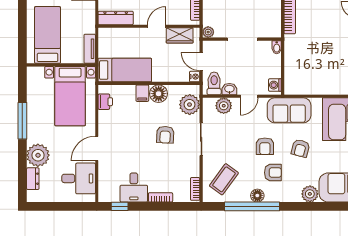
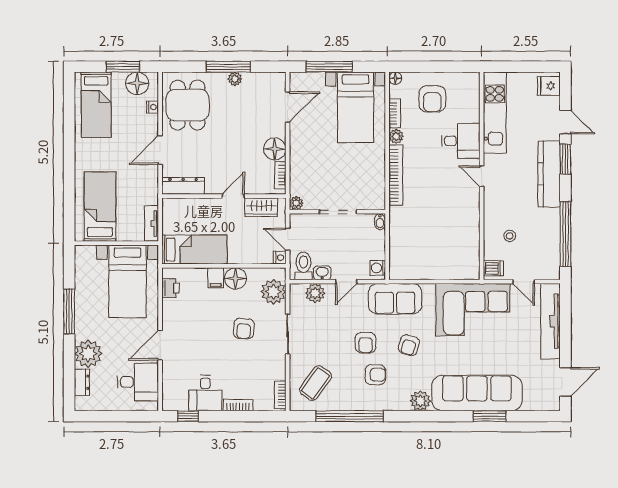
floor lamp: (257, 196) -> (356, 403), removed

